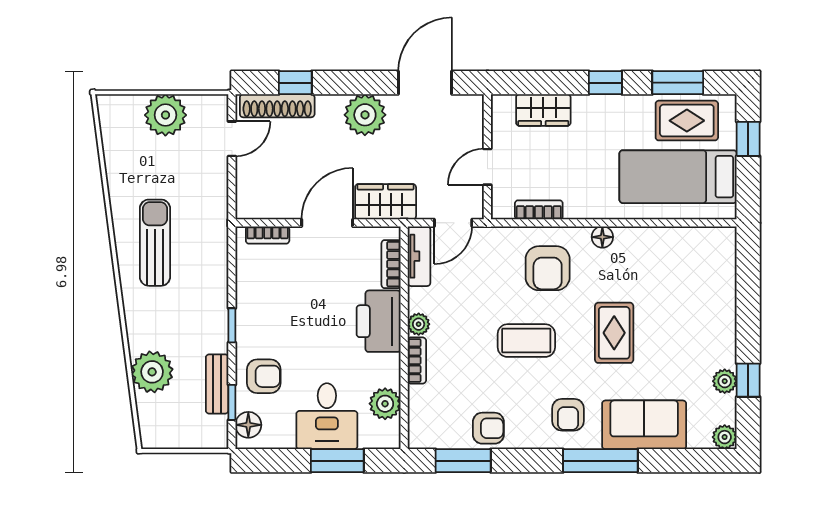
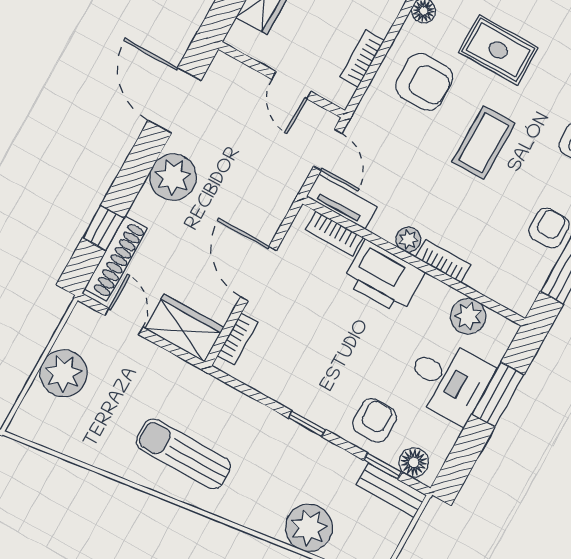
wardrobe: (386, 202) -> (184, 328), moved, turned 90
rug: (614, 333) -> (498, 50), moved
bench: (217, 384) -> (391, 490), moved

